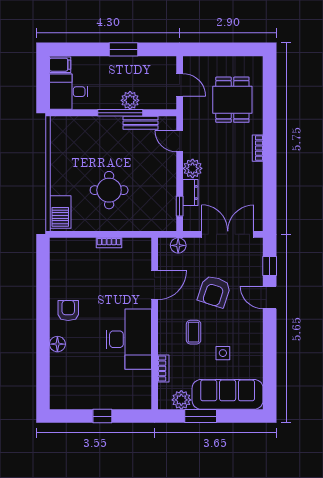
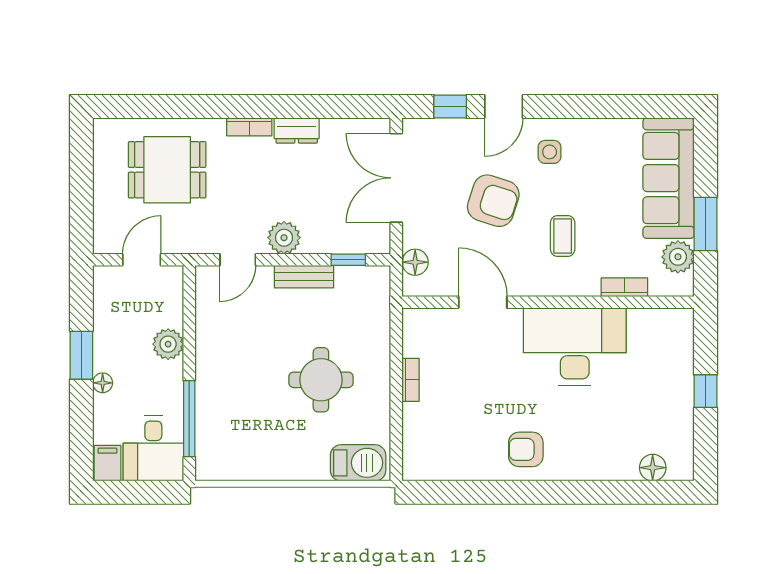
floor lamp: (107, 62) -> (103, 383), added
window: (120, 113) -> (189, 419), moved
bench: (141, 123) -> (304, 277), moved, turned 90
dresser: (190, 193) -> (297, 130), moved, turned 180
coffee table: (194, 332) -> (563, 236), turned 90
floor lamp: (57, 344) -> (653, 468), moved
side table: (223, 353) -> (550, 152), moved

